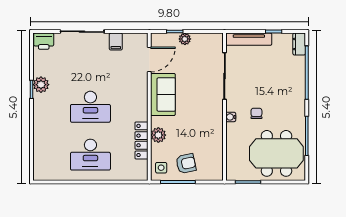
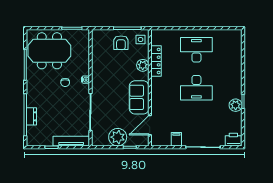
plant: (185, 39) -> (118, 137), width x1.88, depth x1.88
dresser: (299, 44) -> (31, 116), moved
desk: (90, 107) -> (196, 88), turned 180
armchair: (186, 164) -> (121, 43), turned -78

